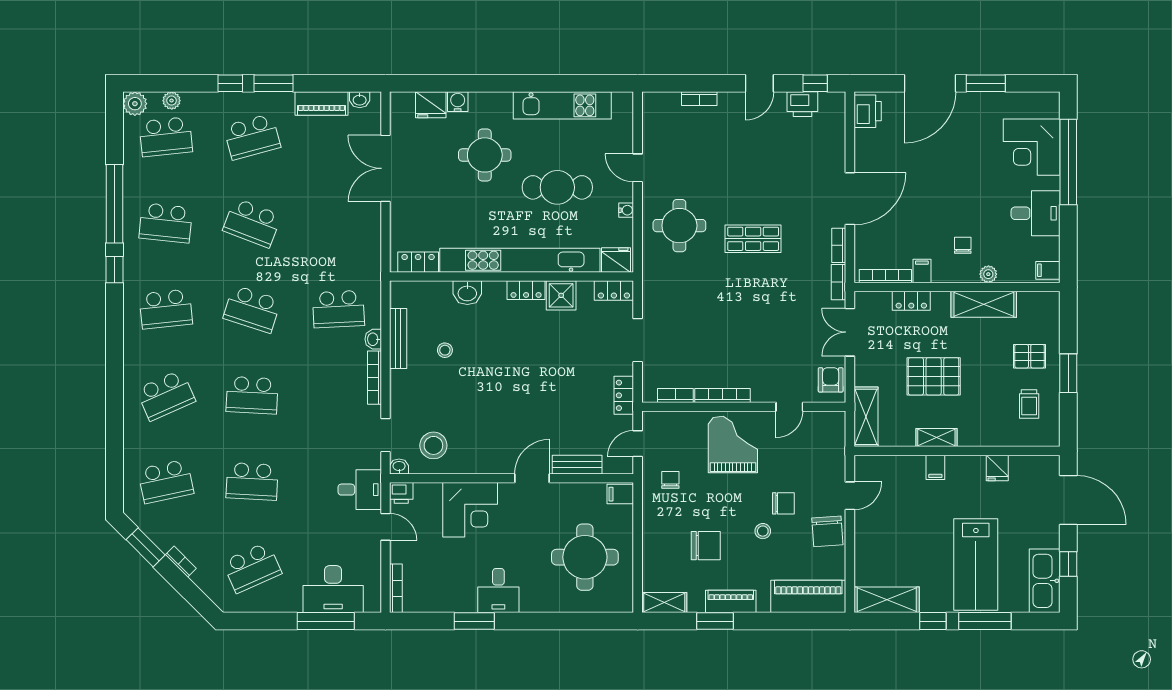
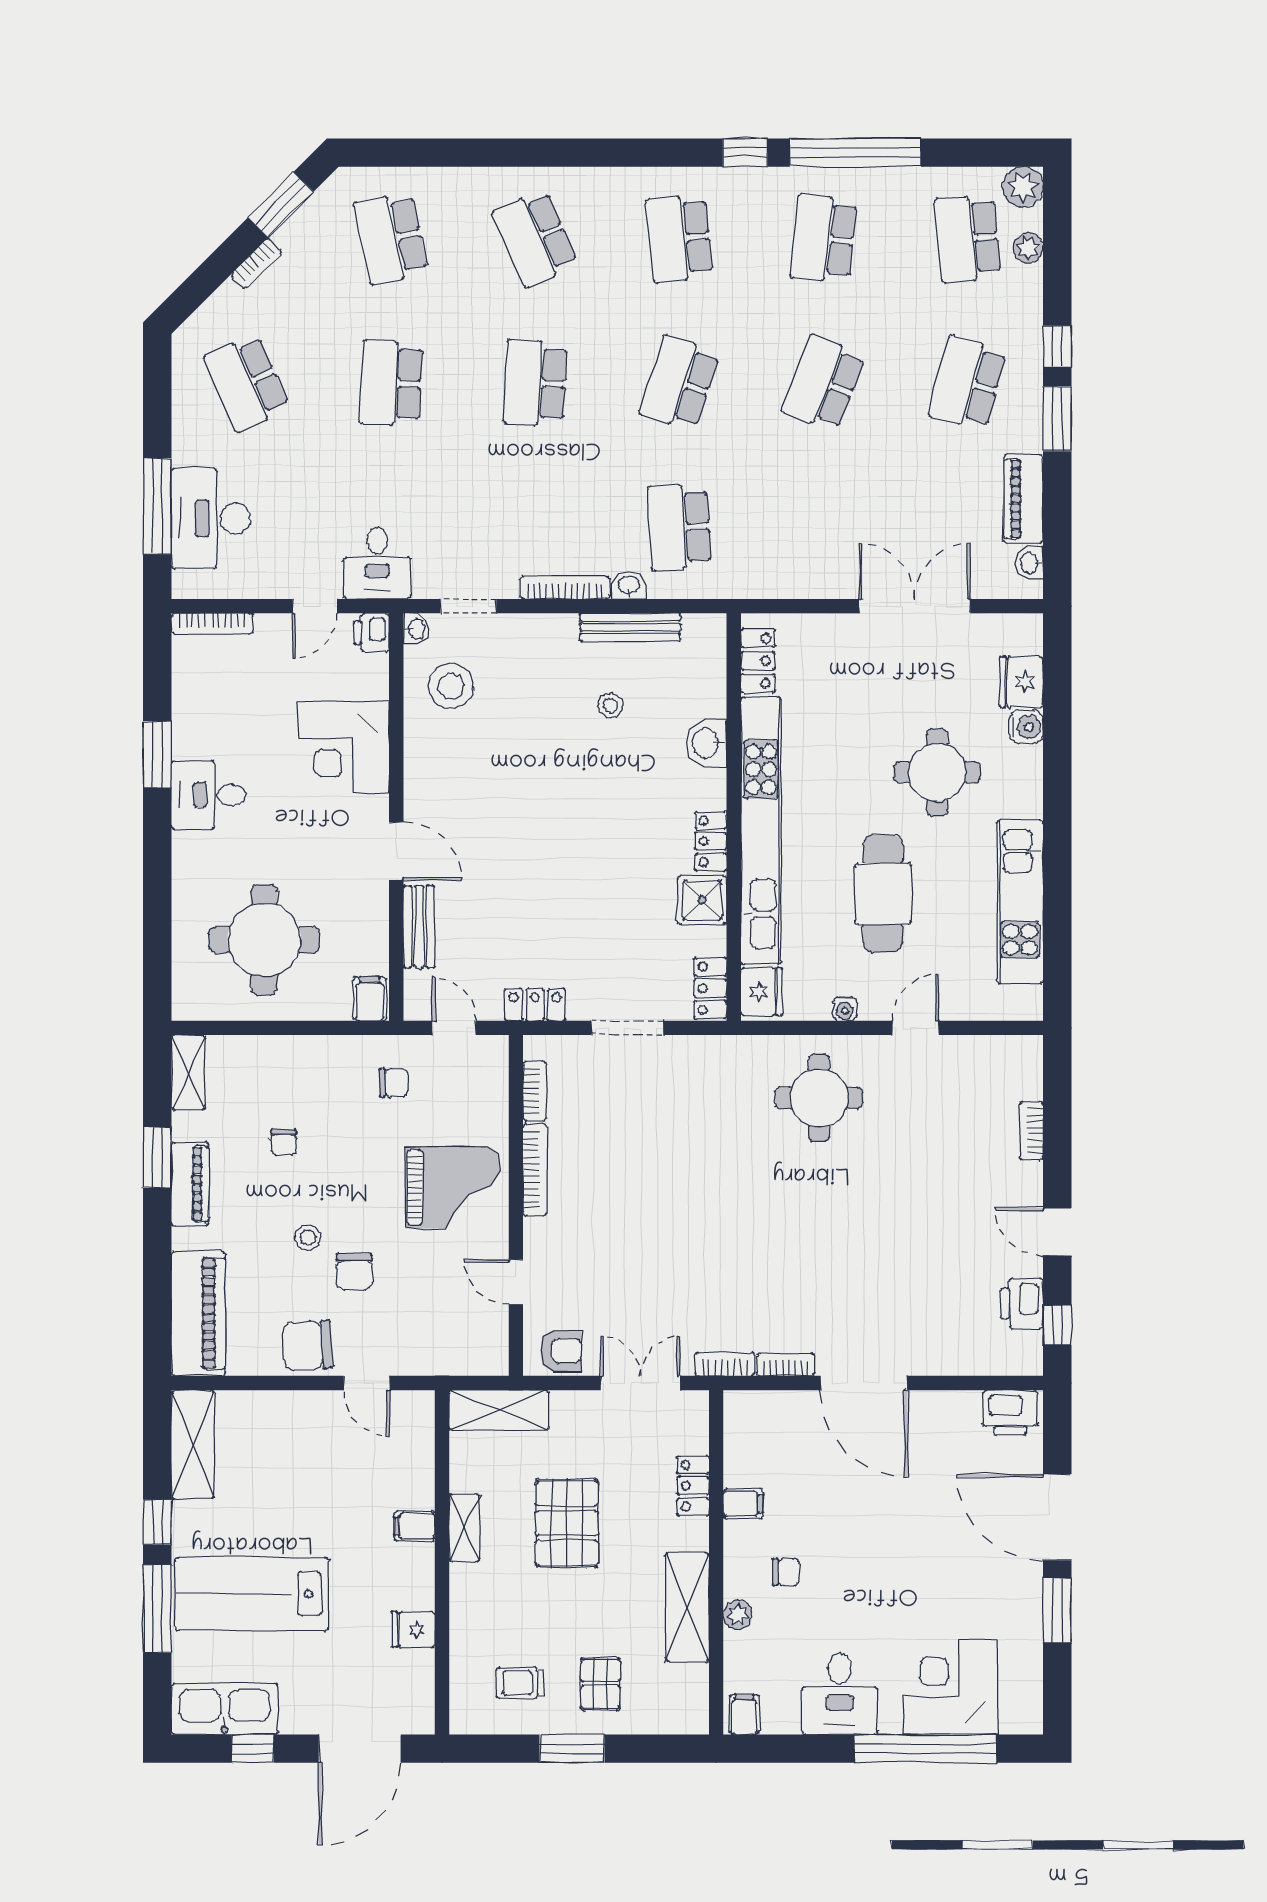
school desk: (252, 137) -> (968, 383), turned 30
shop shelf: (753, 239) -> (797, 1221), removed
bookcase: (885, 276) -> (734, 1442), removed
chair: (706, 546) -> (284, 1142), width x0.54, depth x0.54

